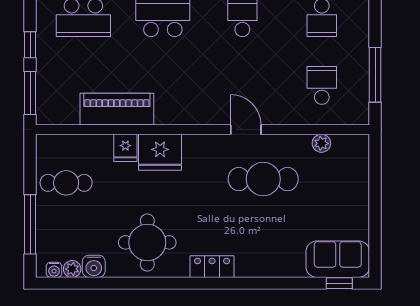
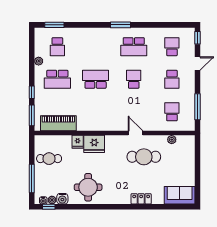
piano: (117, 109) -> (58, 123), moved
locker: (212, 267) -> (141, 199), moved
window: (339, 283) -> (49, 207), moved

